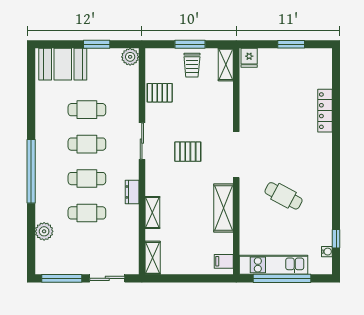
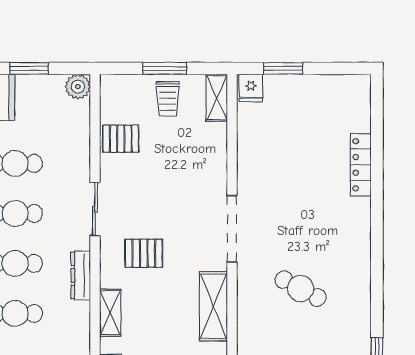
window: (291, 44) -> (283, 68), moved
pallet: (188, 152) -> (144, 253), moved
dresser: (132, 192) -> (81, 275), width x1.44

